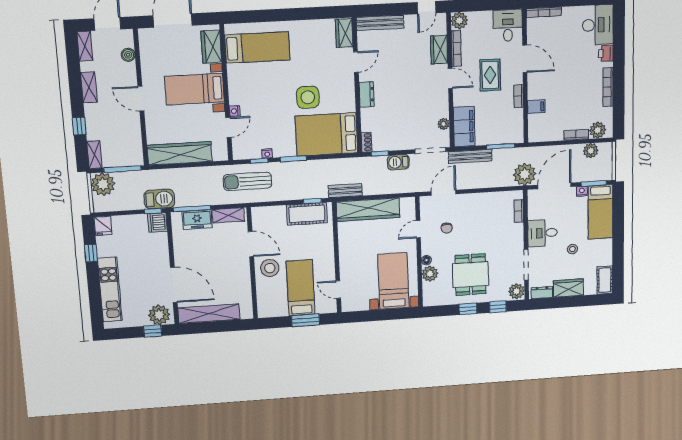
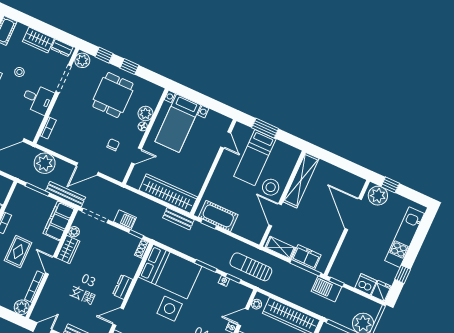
wardrobe: (439, 50) -> (68, 249), moved
plant: (222, 148) -> (257, 304), added
plant: (525, 174) -> (45, 163), moved
sun lounger: (248, 181) -> (251, 267), turned 180
door: (444, 193) -> (87, 169), moved
dishwasher: (157, 222) -> (366, 284), moved, turned -90
shelving: (209, 314) -> (301, 180), moved, turned 90

